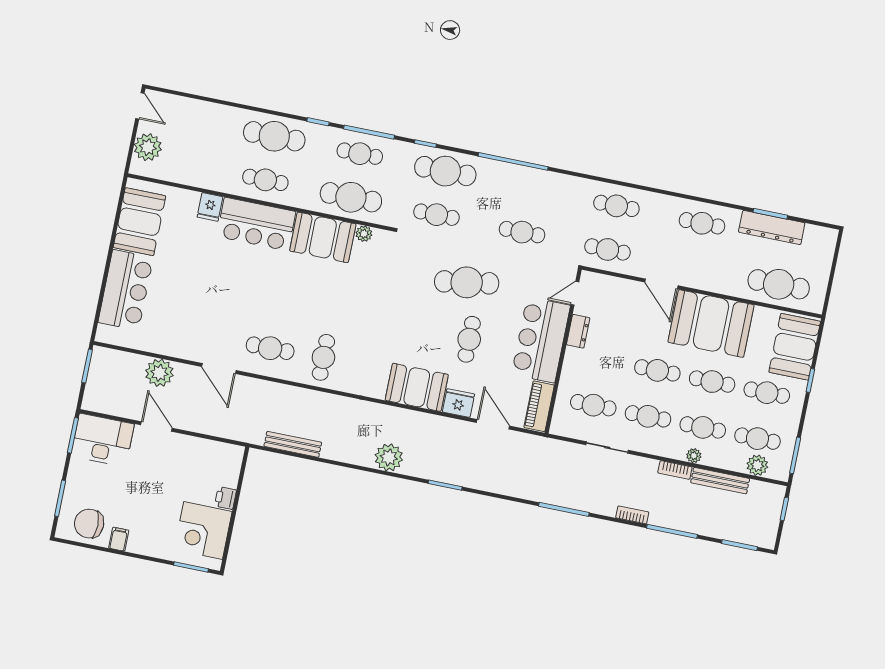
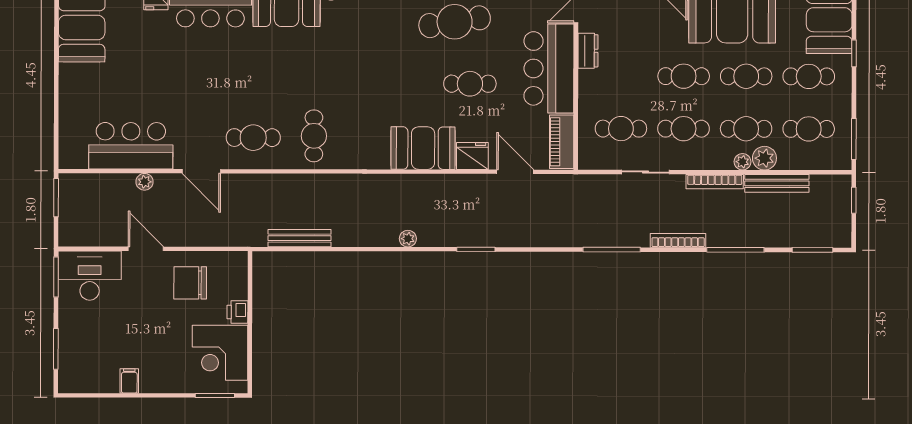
bar counter: (126, 290) -> (131, 146), moved, turned -90
cafe table: (469, 339) -> (470, 84), turned 90
plant: (159, 373) -> (145, 182), width x0.53, depth x0.53
plant: (389, 457) -> (408, 239), width x0.53, depth x0.53
plant: (757, 465) -> (764, 158), moved
bookcase: (675, 470) -> (715, 182), width x1.56
bookcase: (632, 515) -> (678, 240), width x1.56
chair: (89, 524) -> (190, 283), moved

